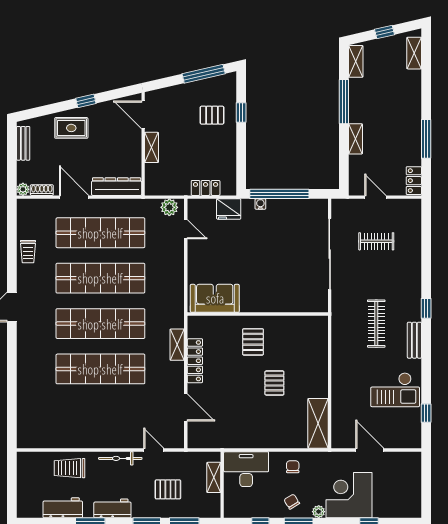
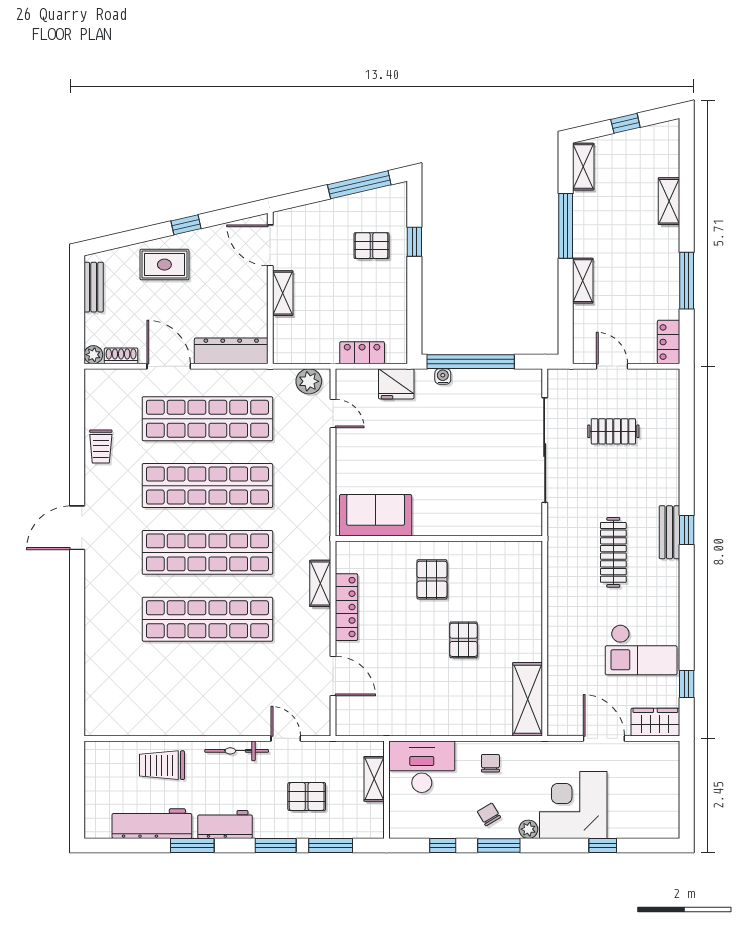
shelving: (414, 53) -> (669, 201), moved
bench: (414, 340) -> (669, 532), moved
wardrobe: (405, 439) -> (655, 722), added
workbench: (63, 508) -> (152, 824), width x1.38

